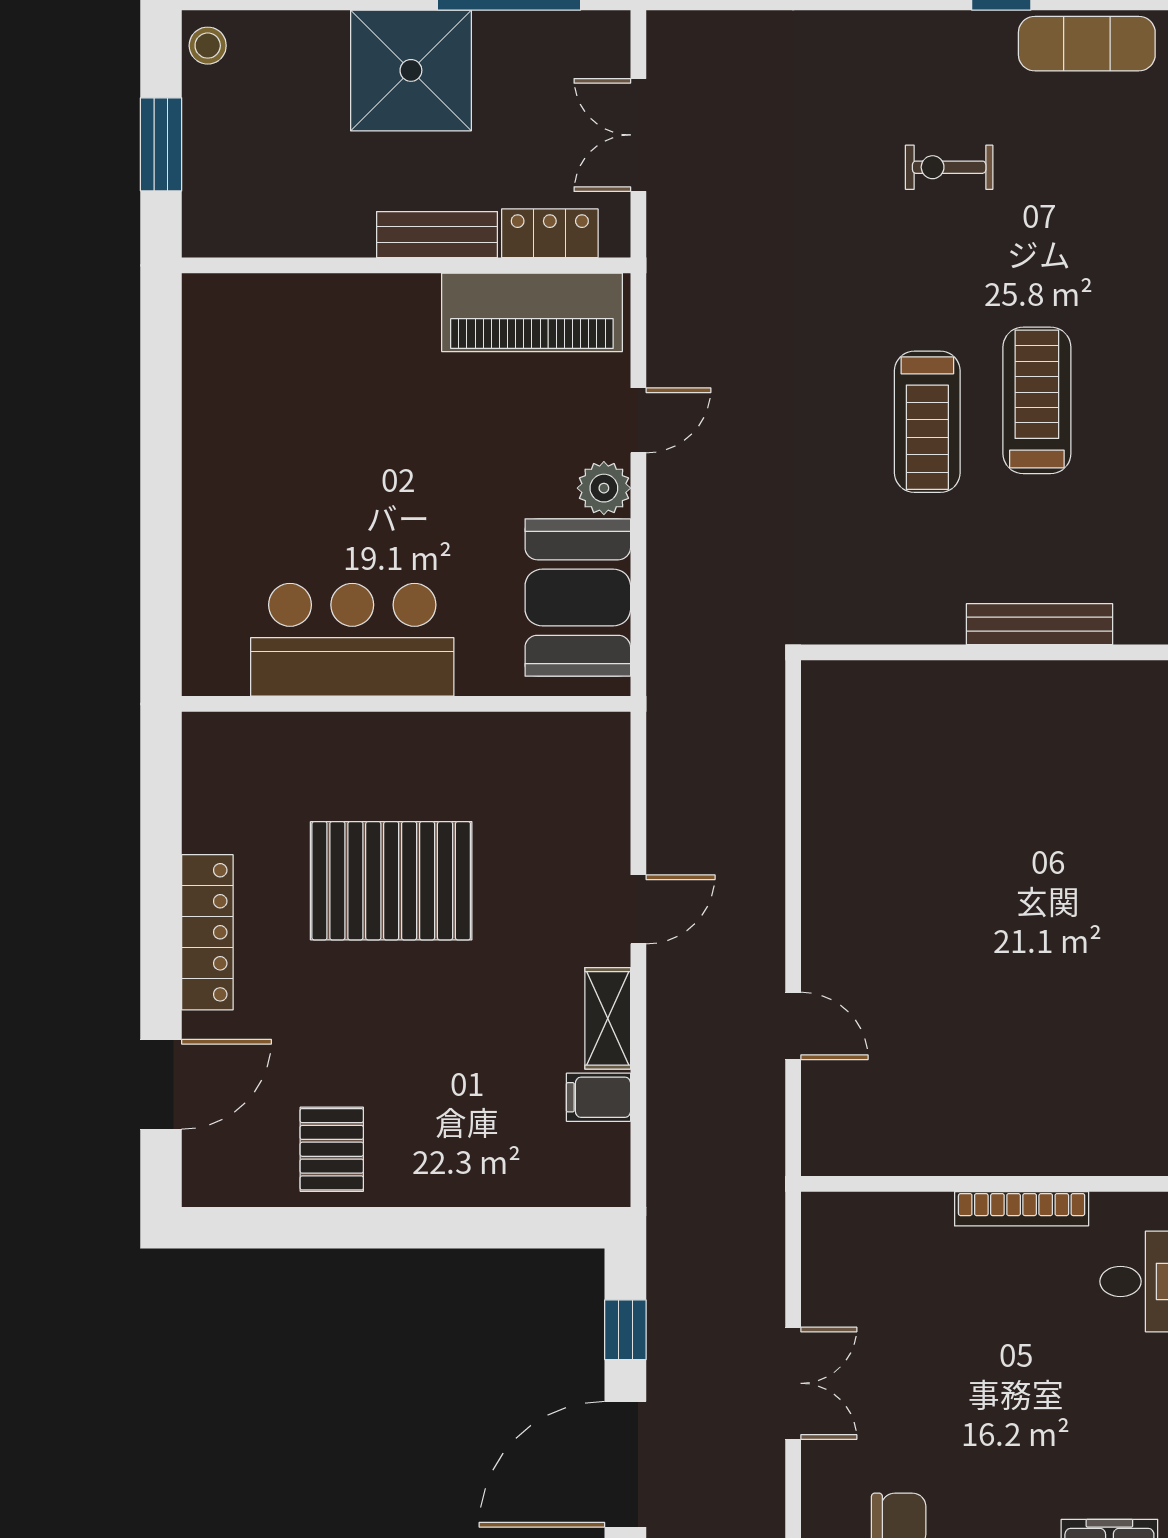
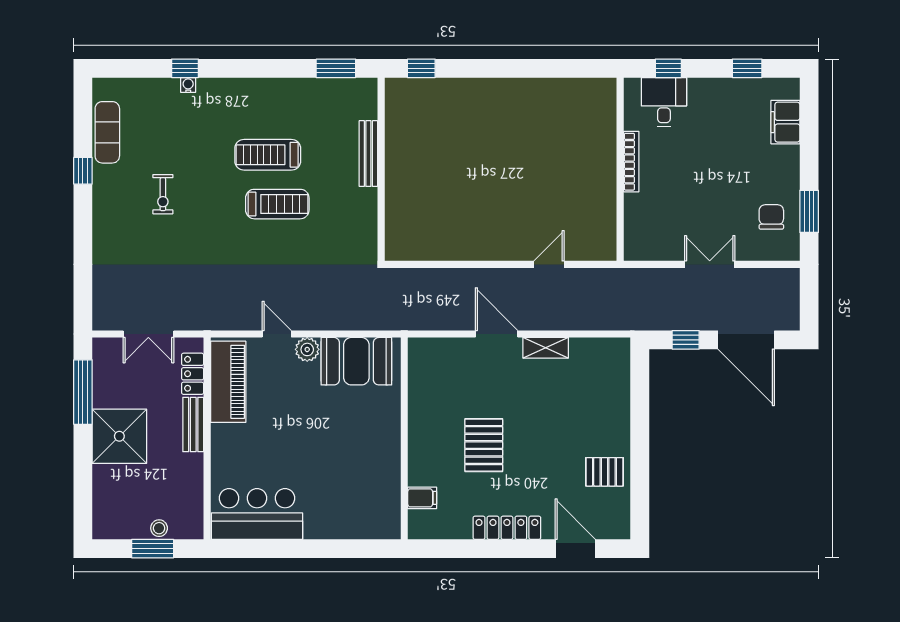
stool: (208, 46) -> (159, 528), moved
bar counter: (352, 640) -> (257, 514), moved, turned 90
pallet: (391, 881) -> (484, 445), width x0.73, depth x0.71
door: (638, 909) -> (497, 334), width x1.38
filing cabinet: (599, 1097) -> (422, 498), moved, turned -90

